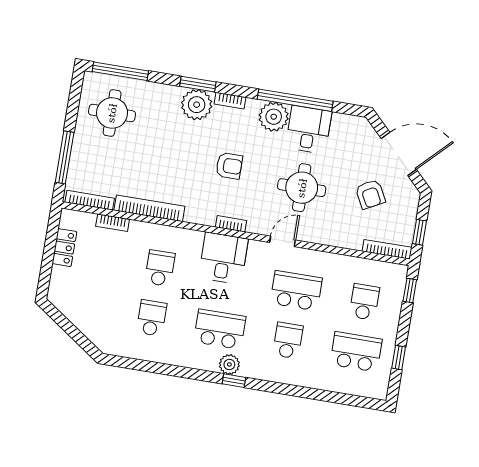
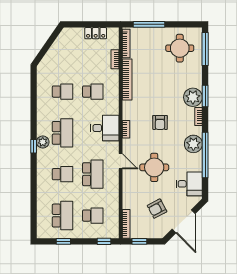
desk: (309, 130) -> (189, 184), moved

